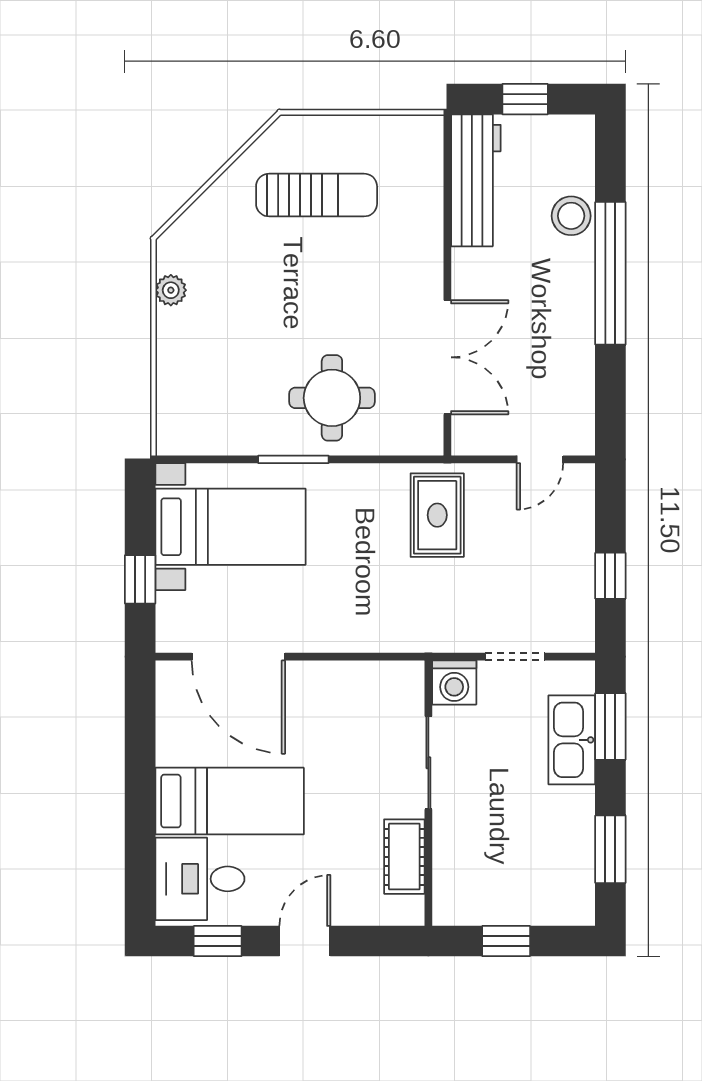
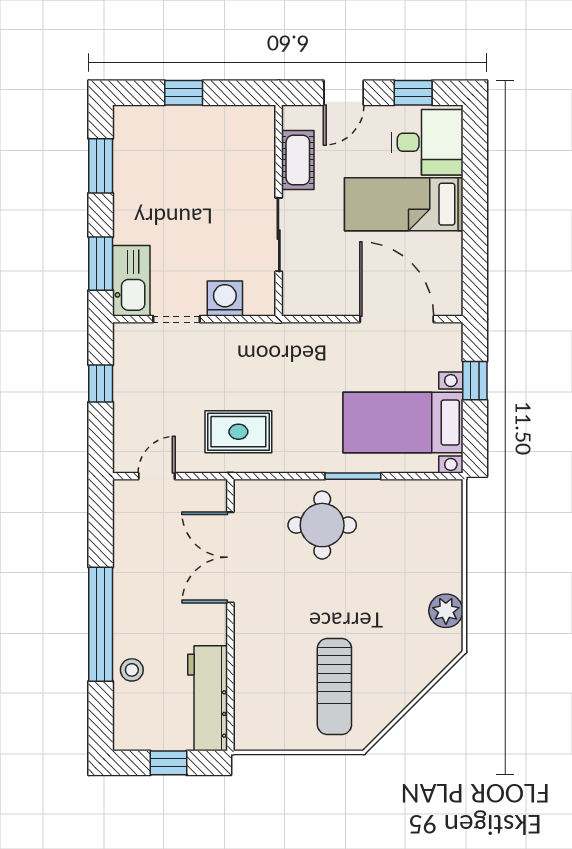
sun lounger: (317, 195) -> (334, 686), turned -90
stool: (571, 216) -> (132, 670), width x0.73, depth x0.73
plant: (171, 290) -> (446, 611), width x1.38, depth x1.38
rug: (437, 515) -> (238, 432), turned 90
kitchen sink: (572, 740) -> (131, 281), moved
sliding door: (428, 763) -> (279, 235), moved
wall: (428, 793) -> (279, 210), moved
cot: (404, 857) -> (298, 160), moved

